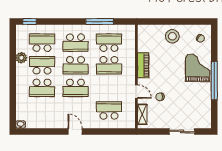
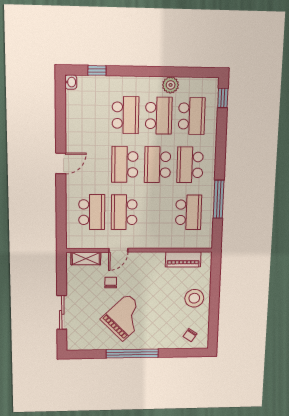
school desk: (109, 65) -> (124, 212), moved
piano: (143, 65) -> (183, 259), moved
grand piano: (198, 68) -> (125, 318), moved, turned -44
school desk: (42, 88) -> (125, 115), turned 180
window: (13, 107) -> (97, 70), added

